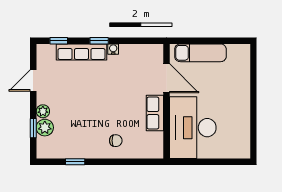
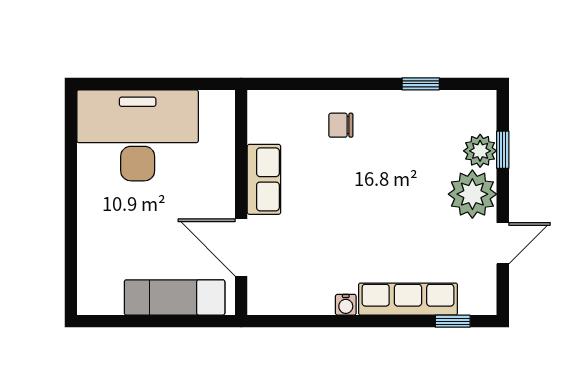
window: (99, 41) -> (374, 321), removed
plant: (43, 111) -> (472, 194), width x1.88, depth x1.88
desk: (193, 128) -> (138, 135), moved, turned -90

